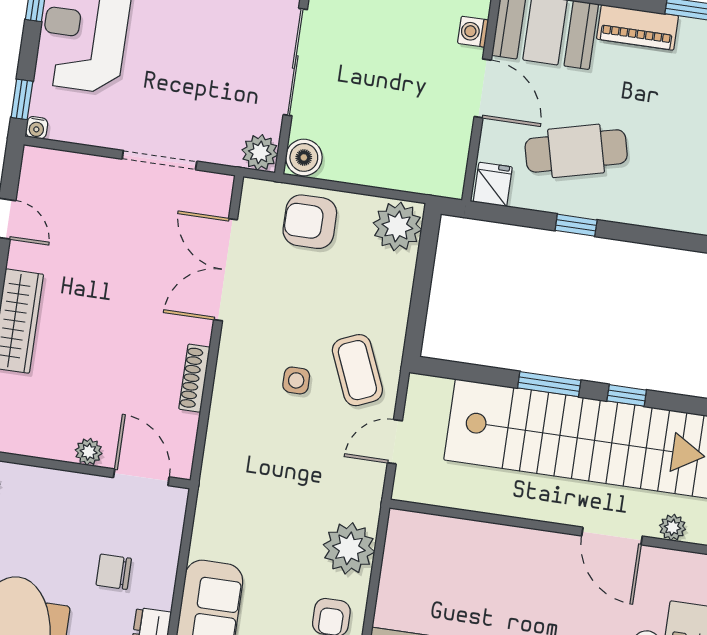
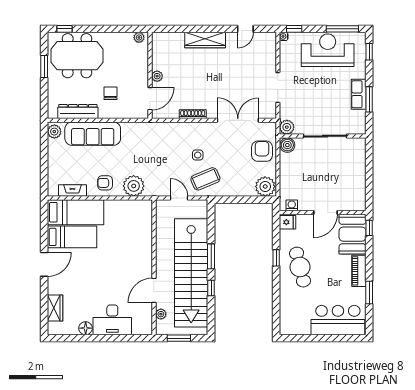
washing machine: (473, 32) -> (292, 205), moved
cafe table: (576, 151) -> (300, 267), moved

